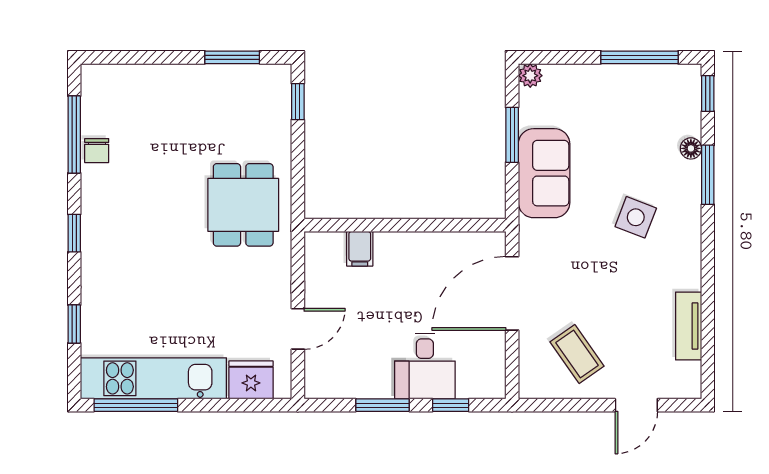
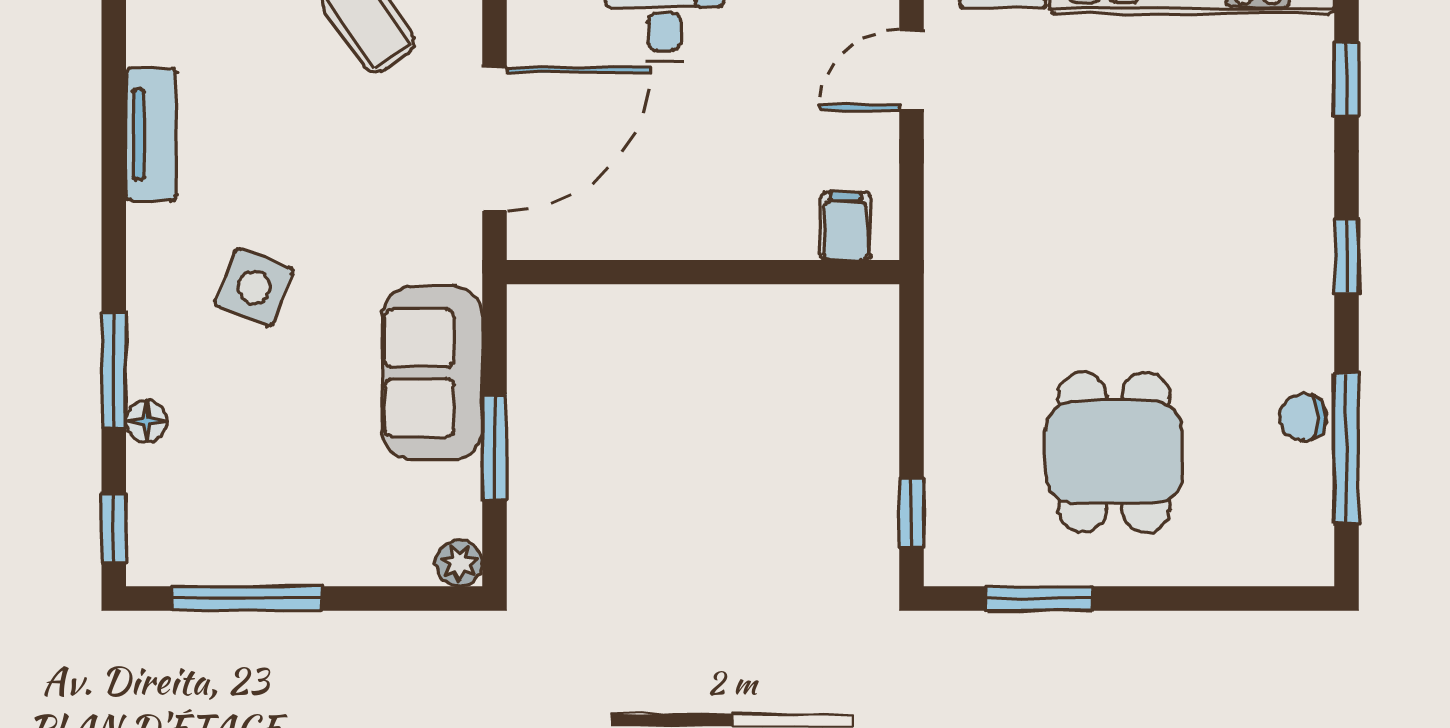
chair: (97, 151) -> (1303, 417), turned -90
dining table: (243, 205) -> (1114, 452), moved
filing cabinet: (360, 249) -> (845, 226), moved
tv unit: (689, 326) -> (151, 134), moved

